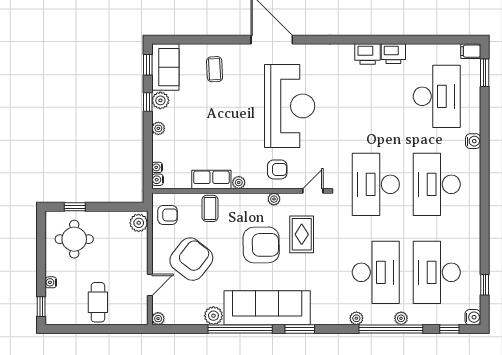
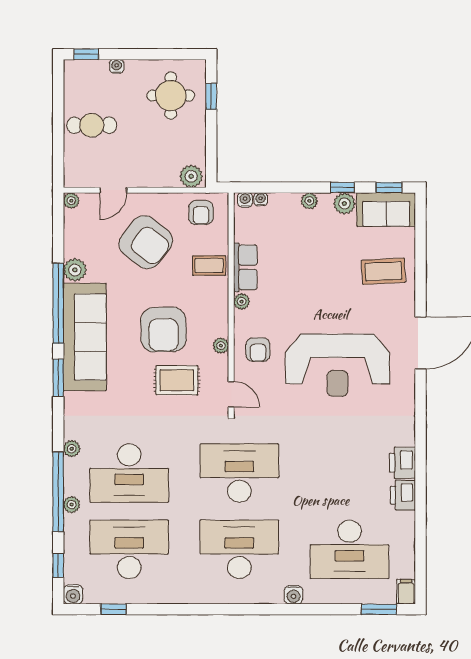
coffee table: (215, 69) -> (383, 271), width x1.36, depth x1.30
door: (150, 285) -> (113, 190), hinge flipped

